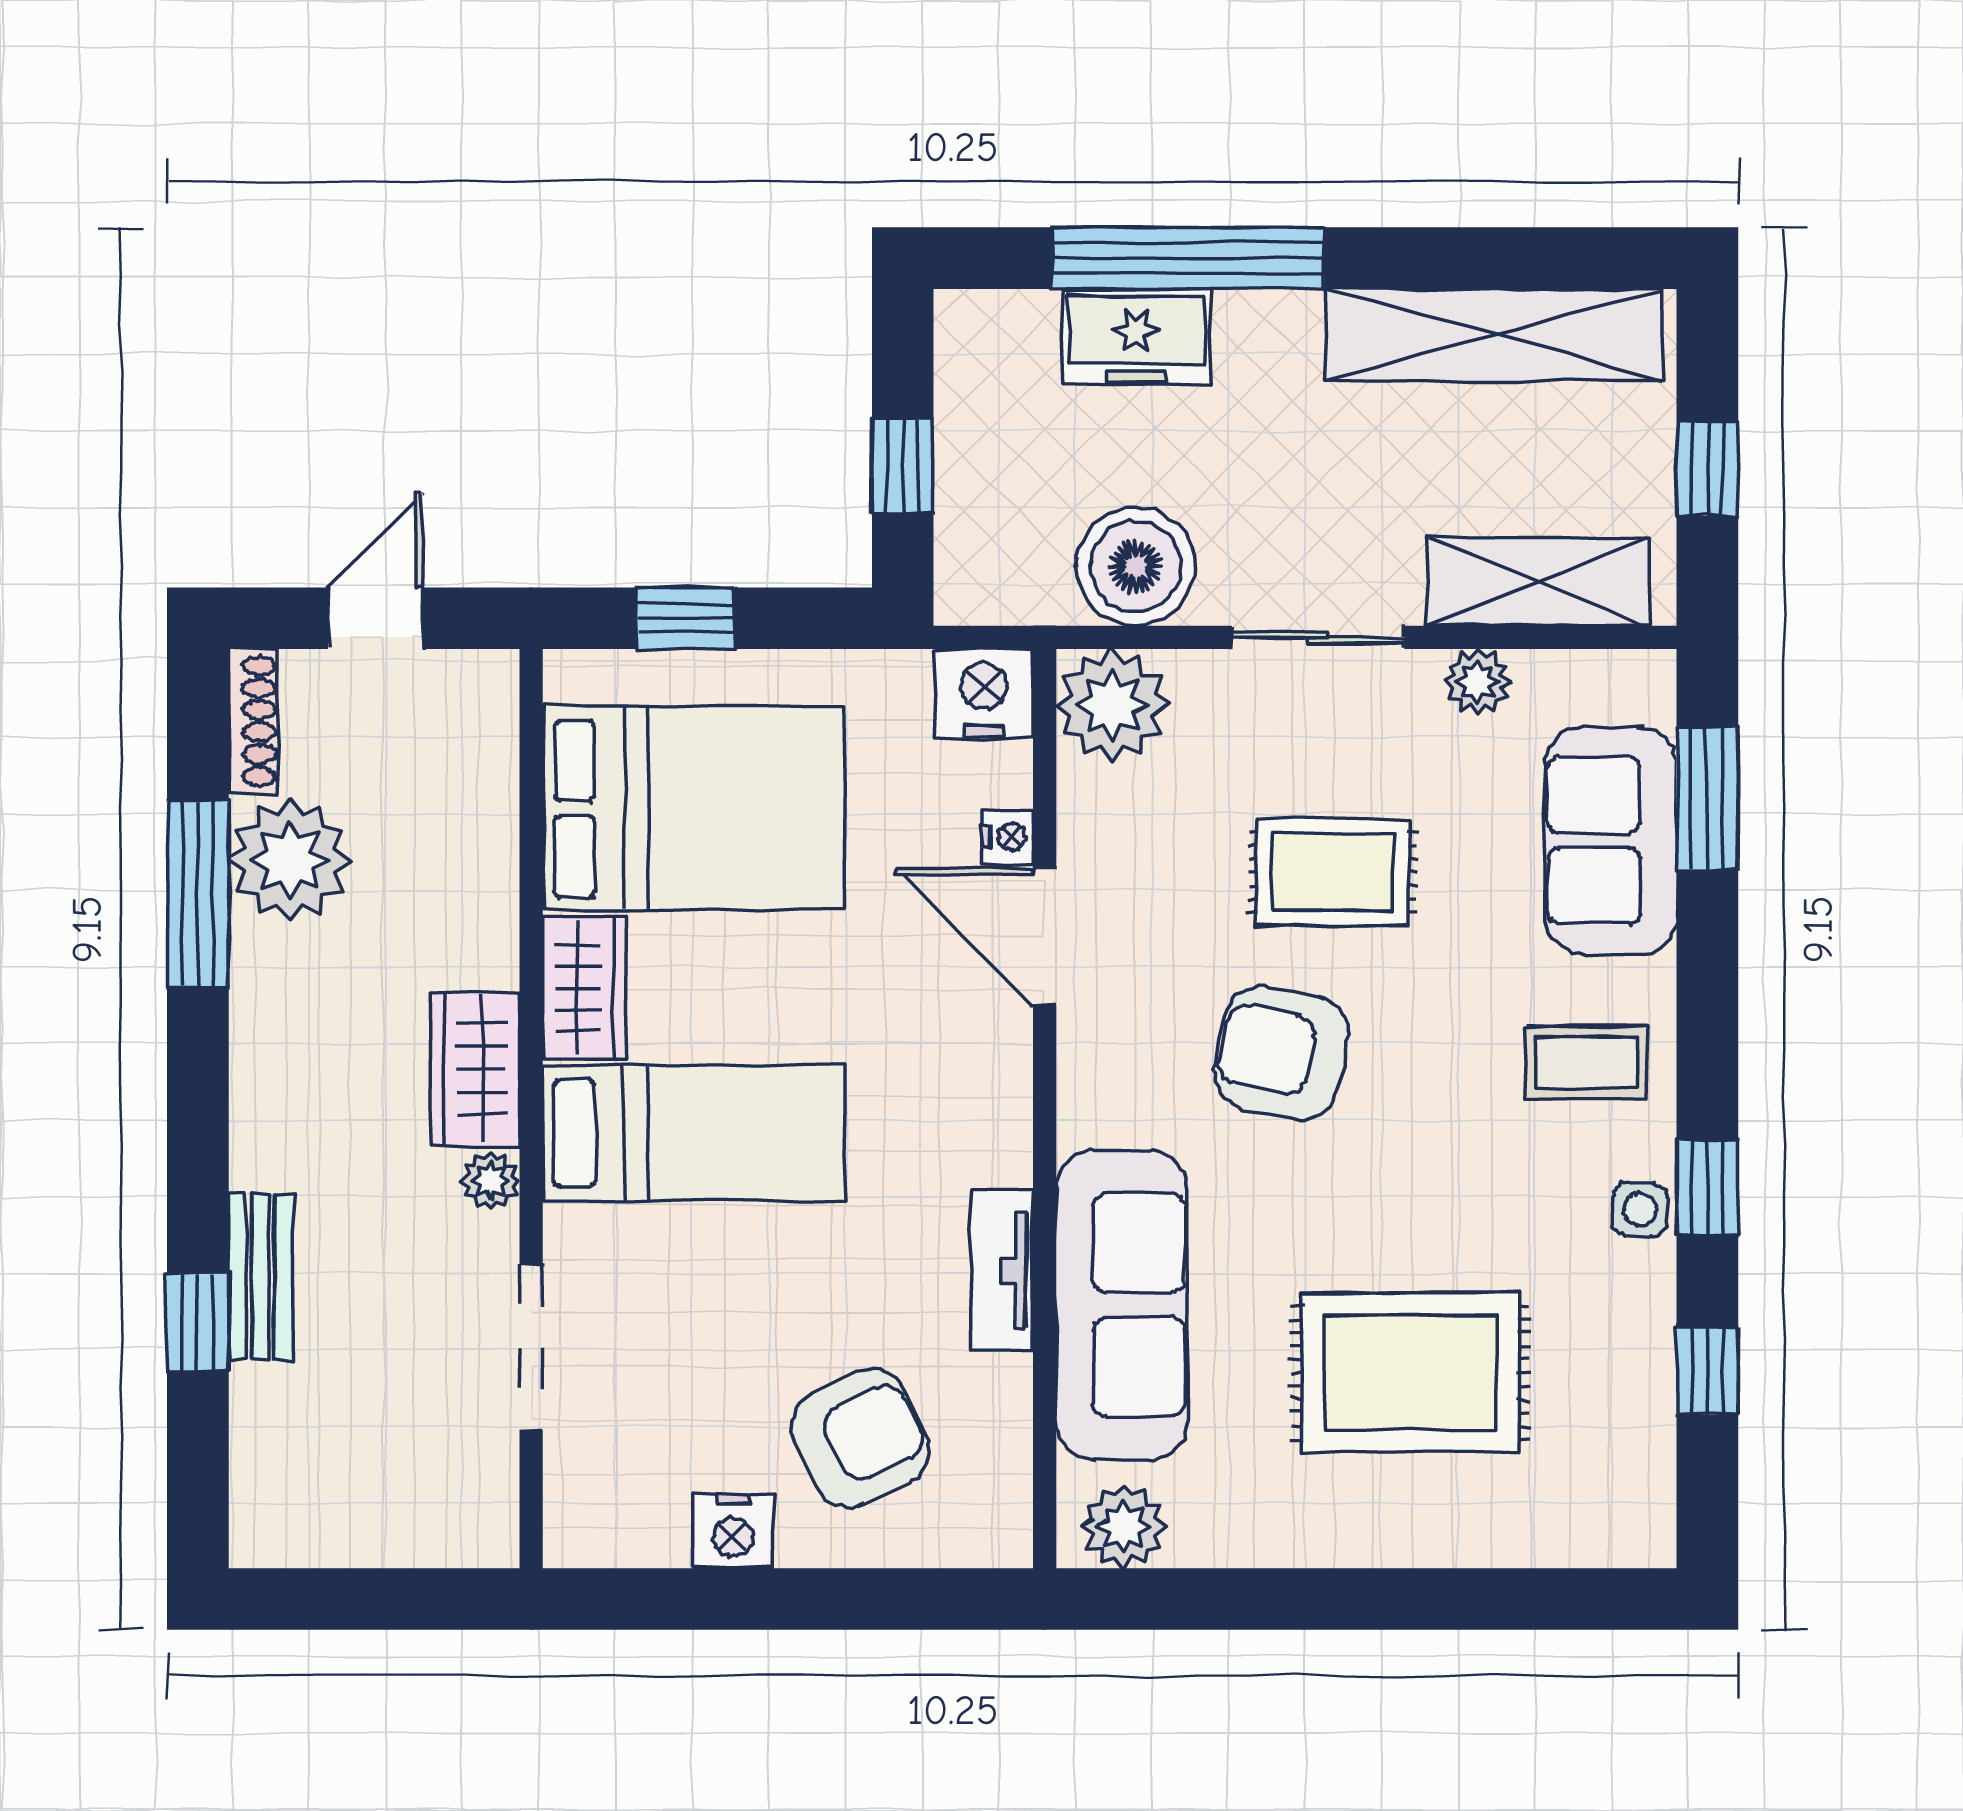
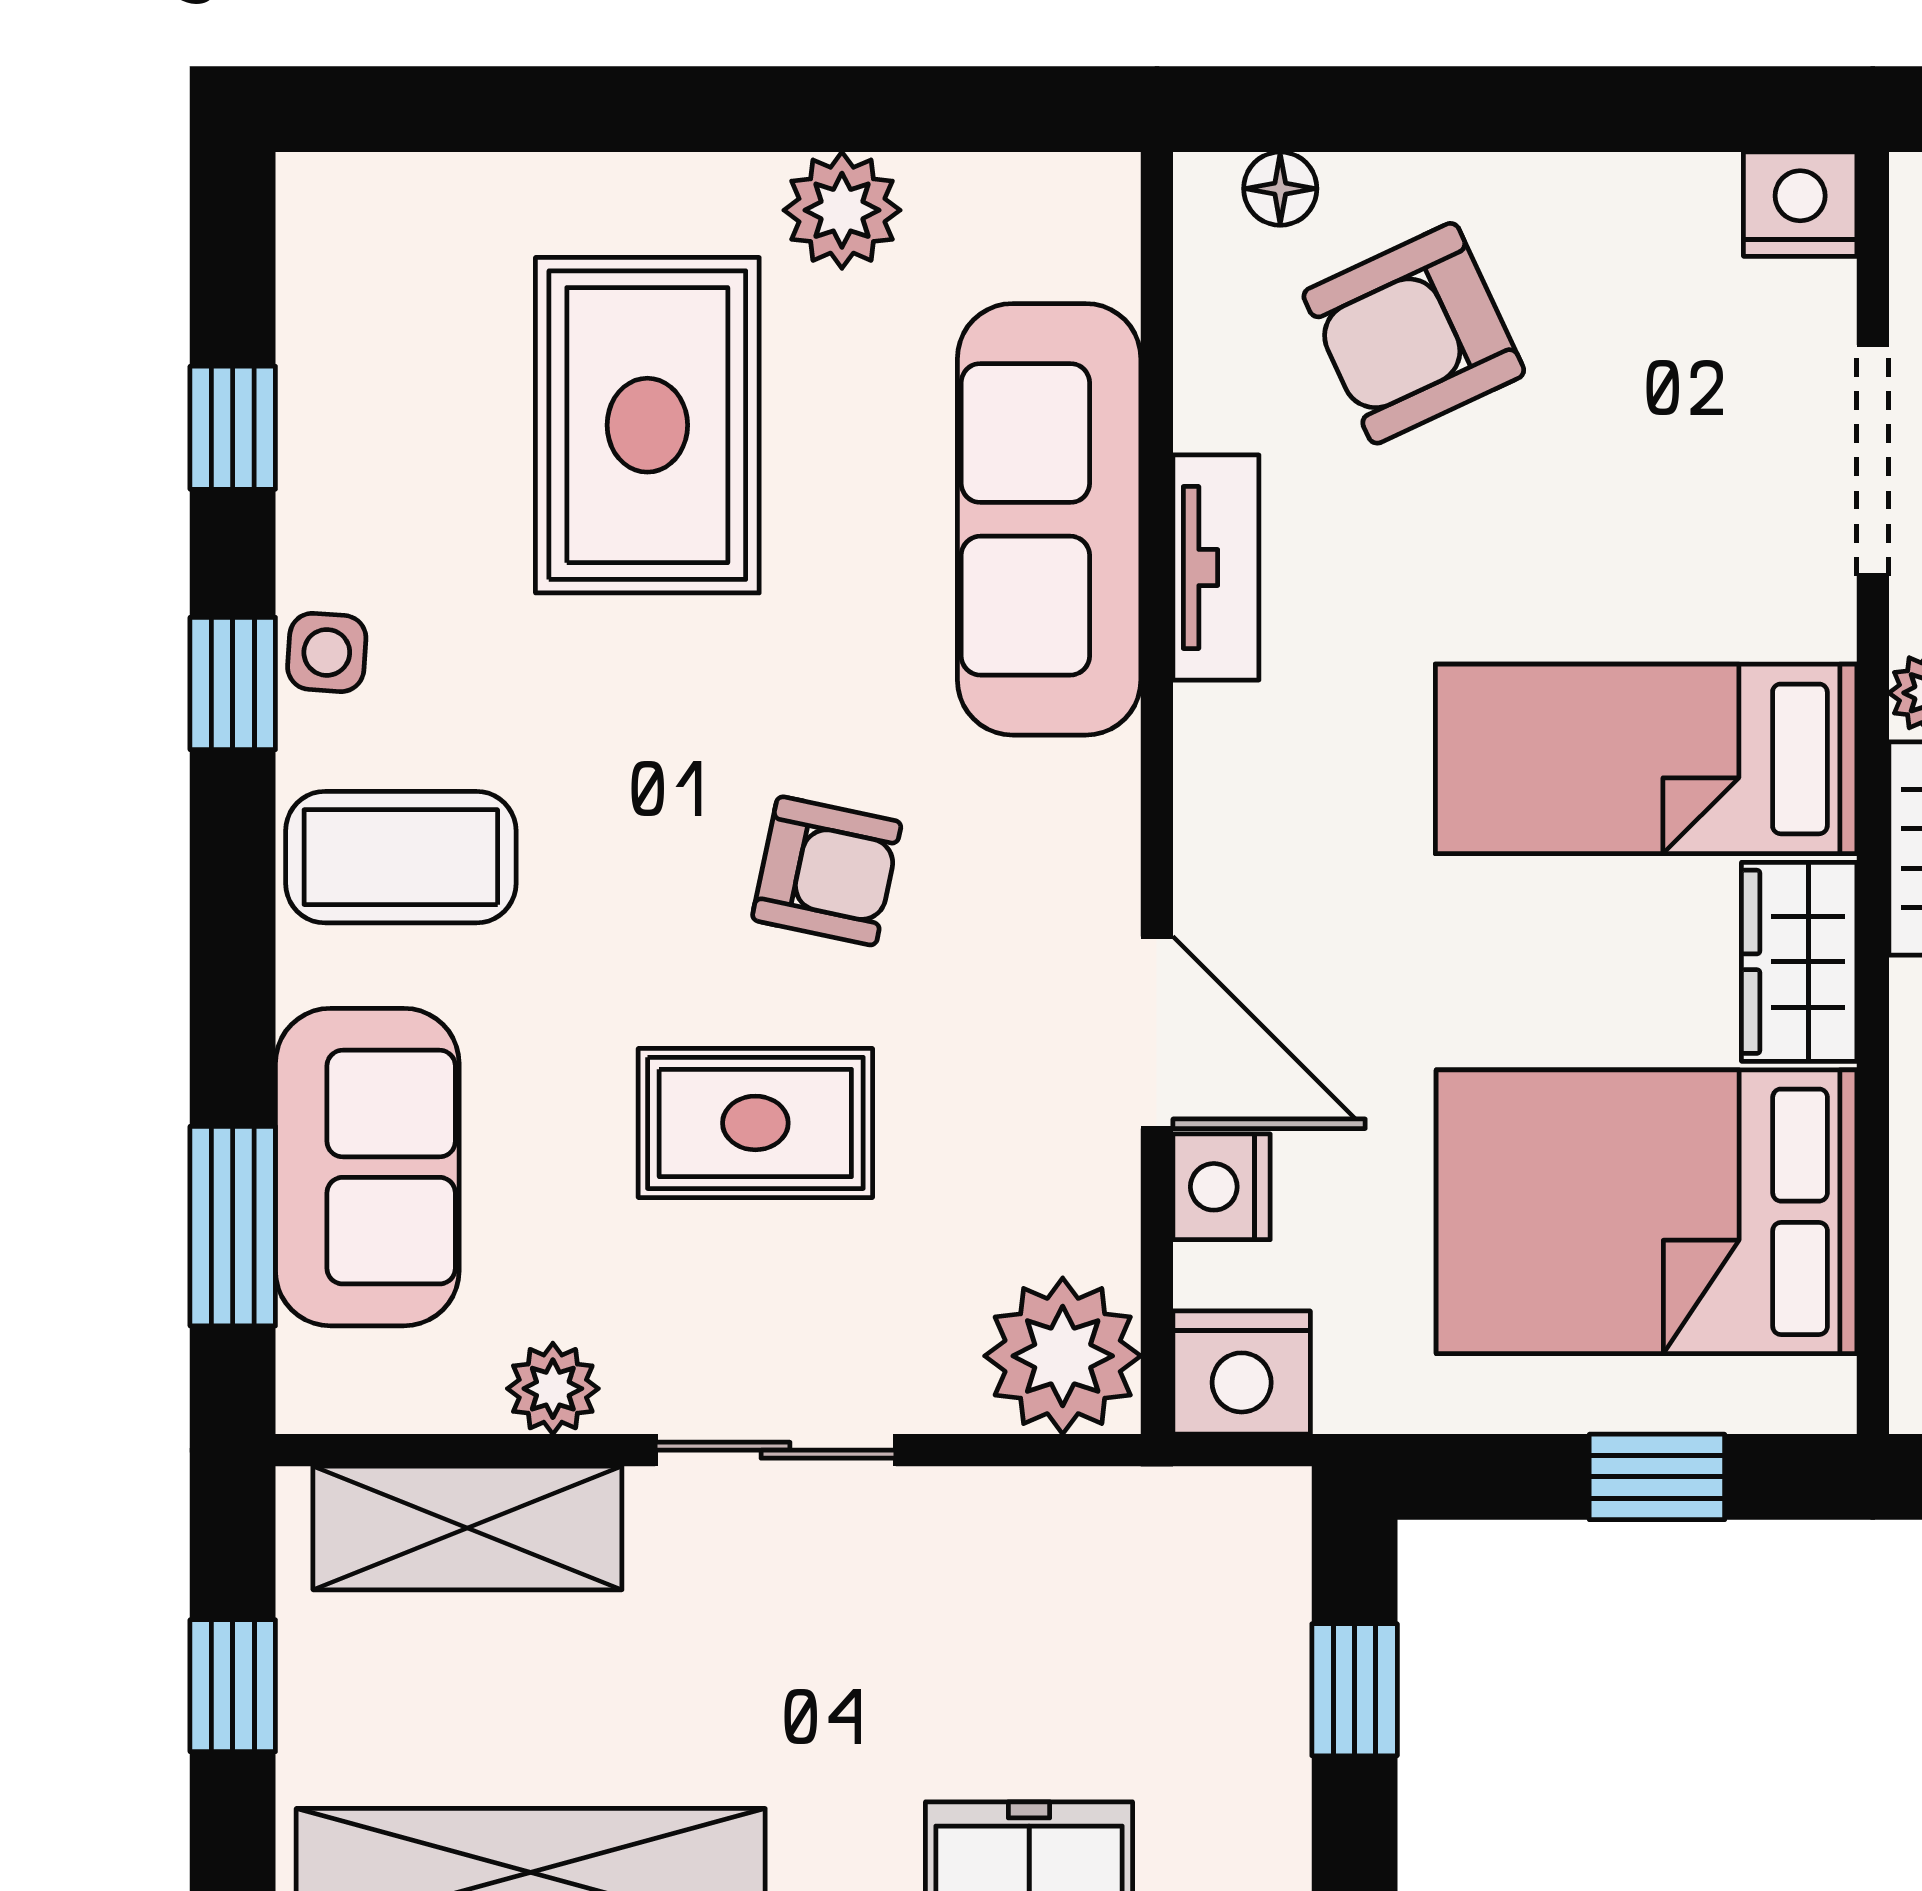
boiler: (1136, 566) -> (1030, 1549), removed
nightstand: (1007, 837) -> (1222, 1187), width x1.39, depth x1.35
armchair: (1281, 1053) -> (827, 871), width x0.72, depth x0.72
coffee table: (1587, 1063) -> (401, 857), width x1.36, depth x1.30
rug: (1410, 1372) -> (647, 425), turned 90
plant: (1124, 1527) -> (842, 210), moved
nightstand: (733, 1531) -> (1800, 204), moved
floor lamp: (956, 1542) -> (1280, 189), added

